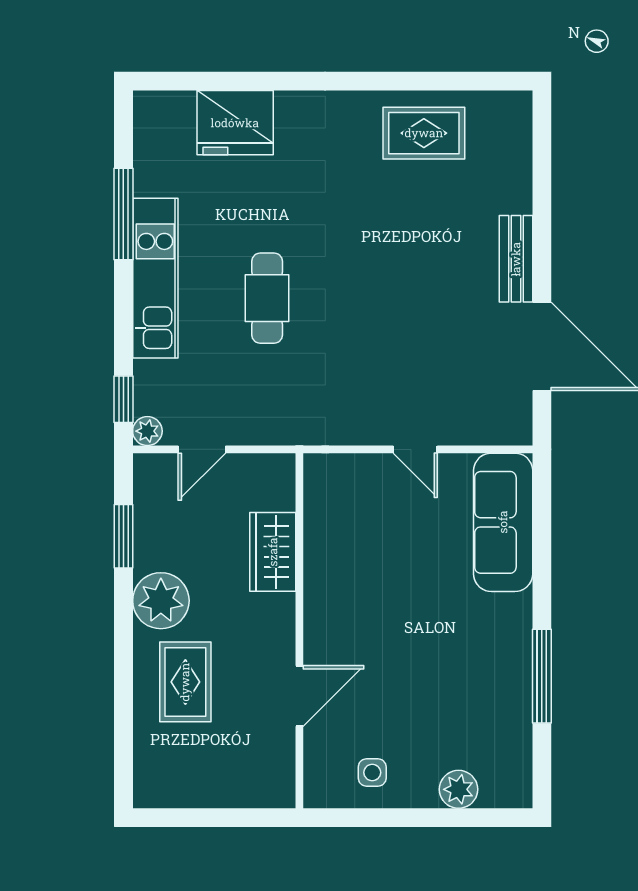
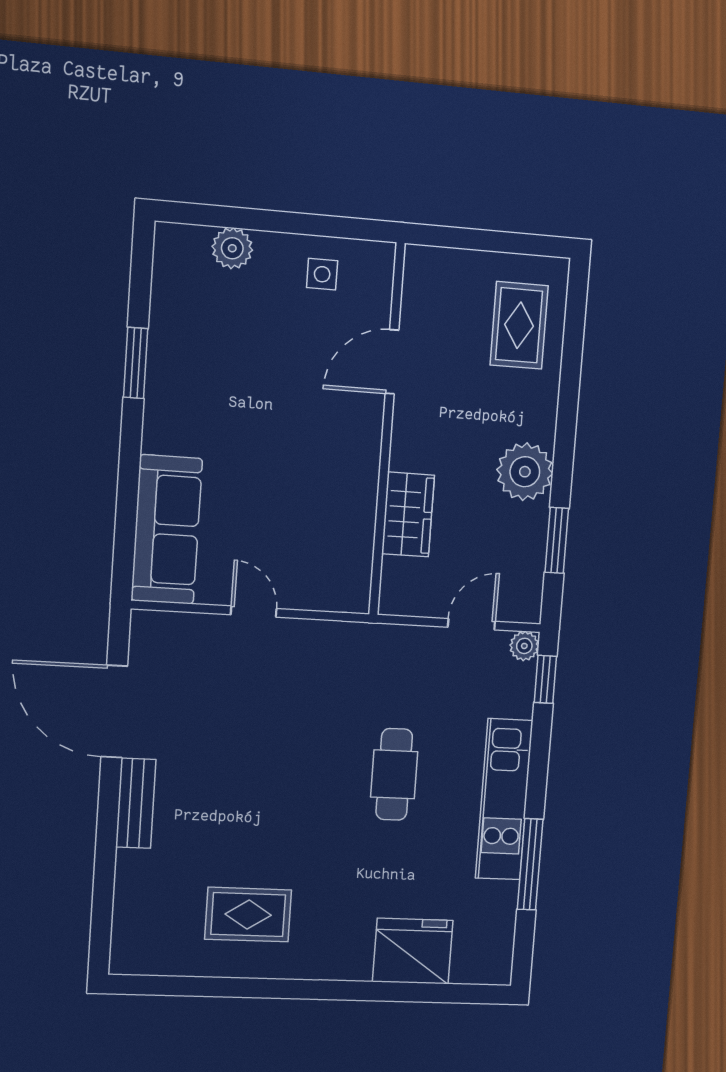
rug: (424, 133) -> (248, 915), moved
window: (542, 676) -> (136, 363), width x0.69
rug: (185, 682) -> (519, 325), moved

